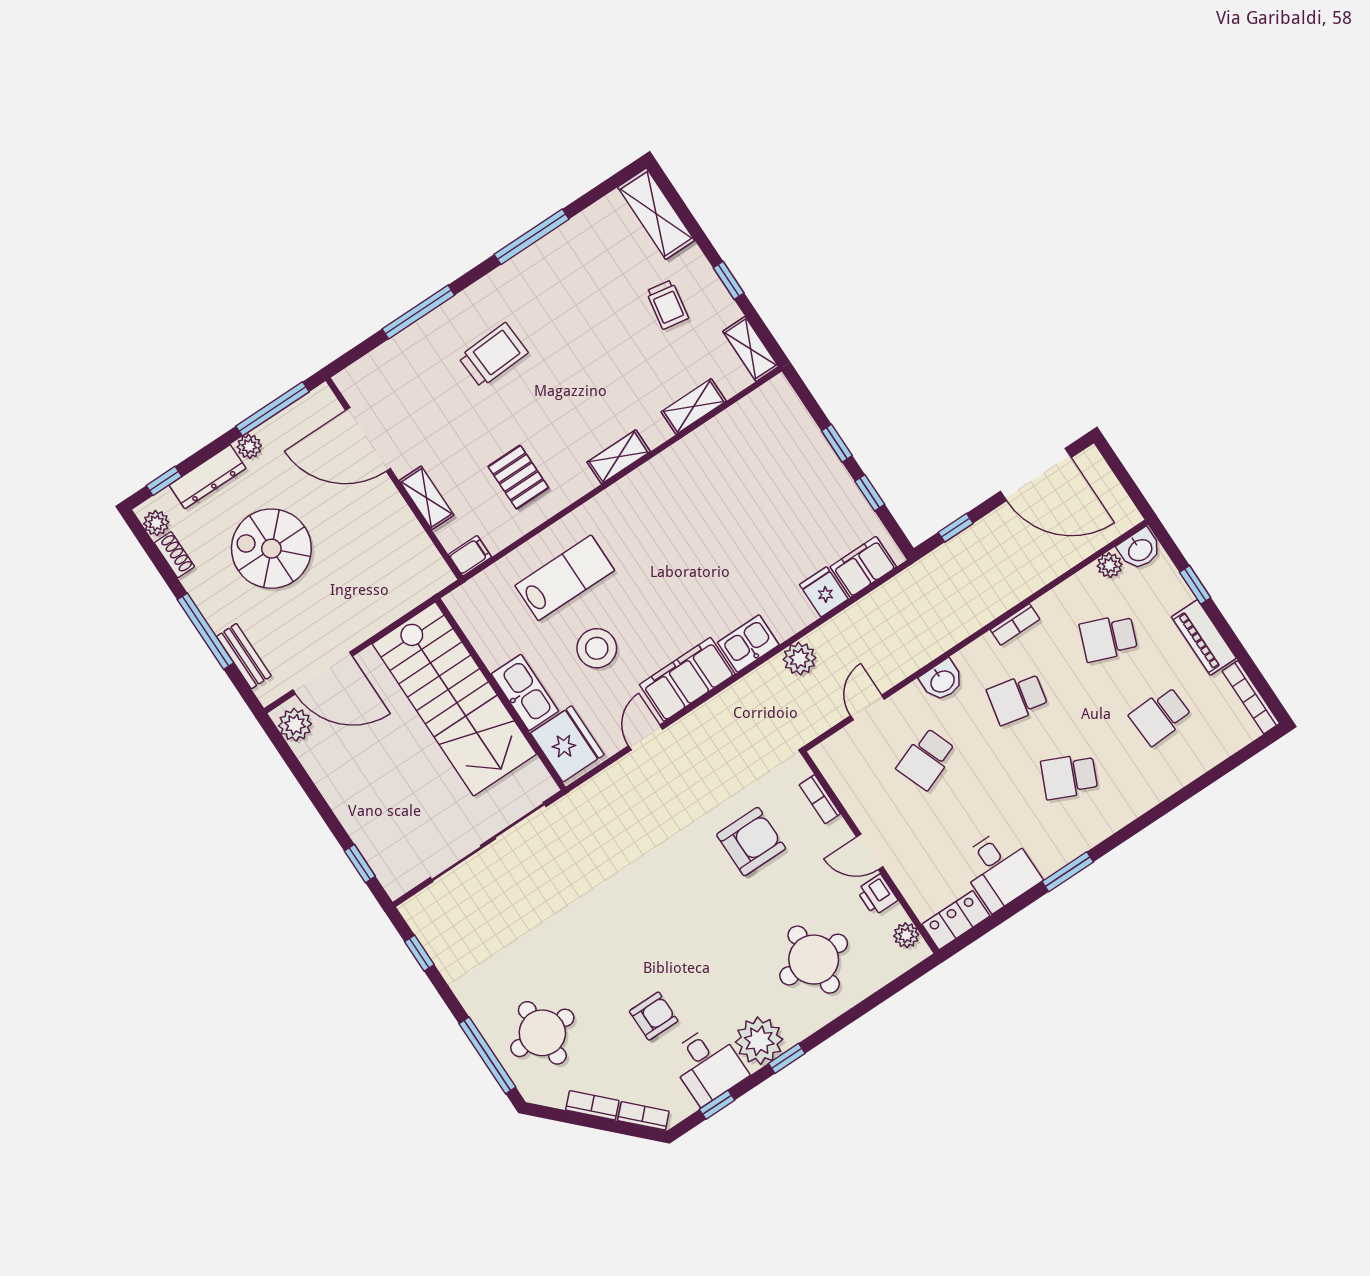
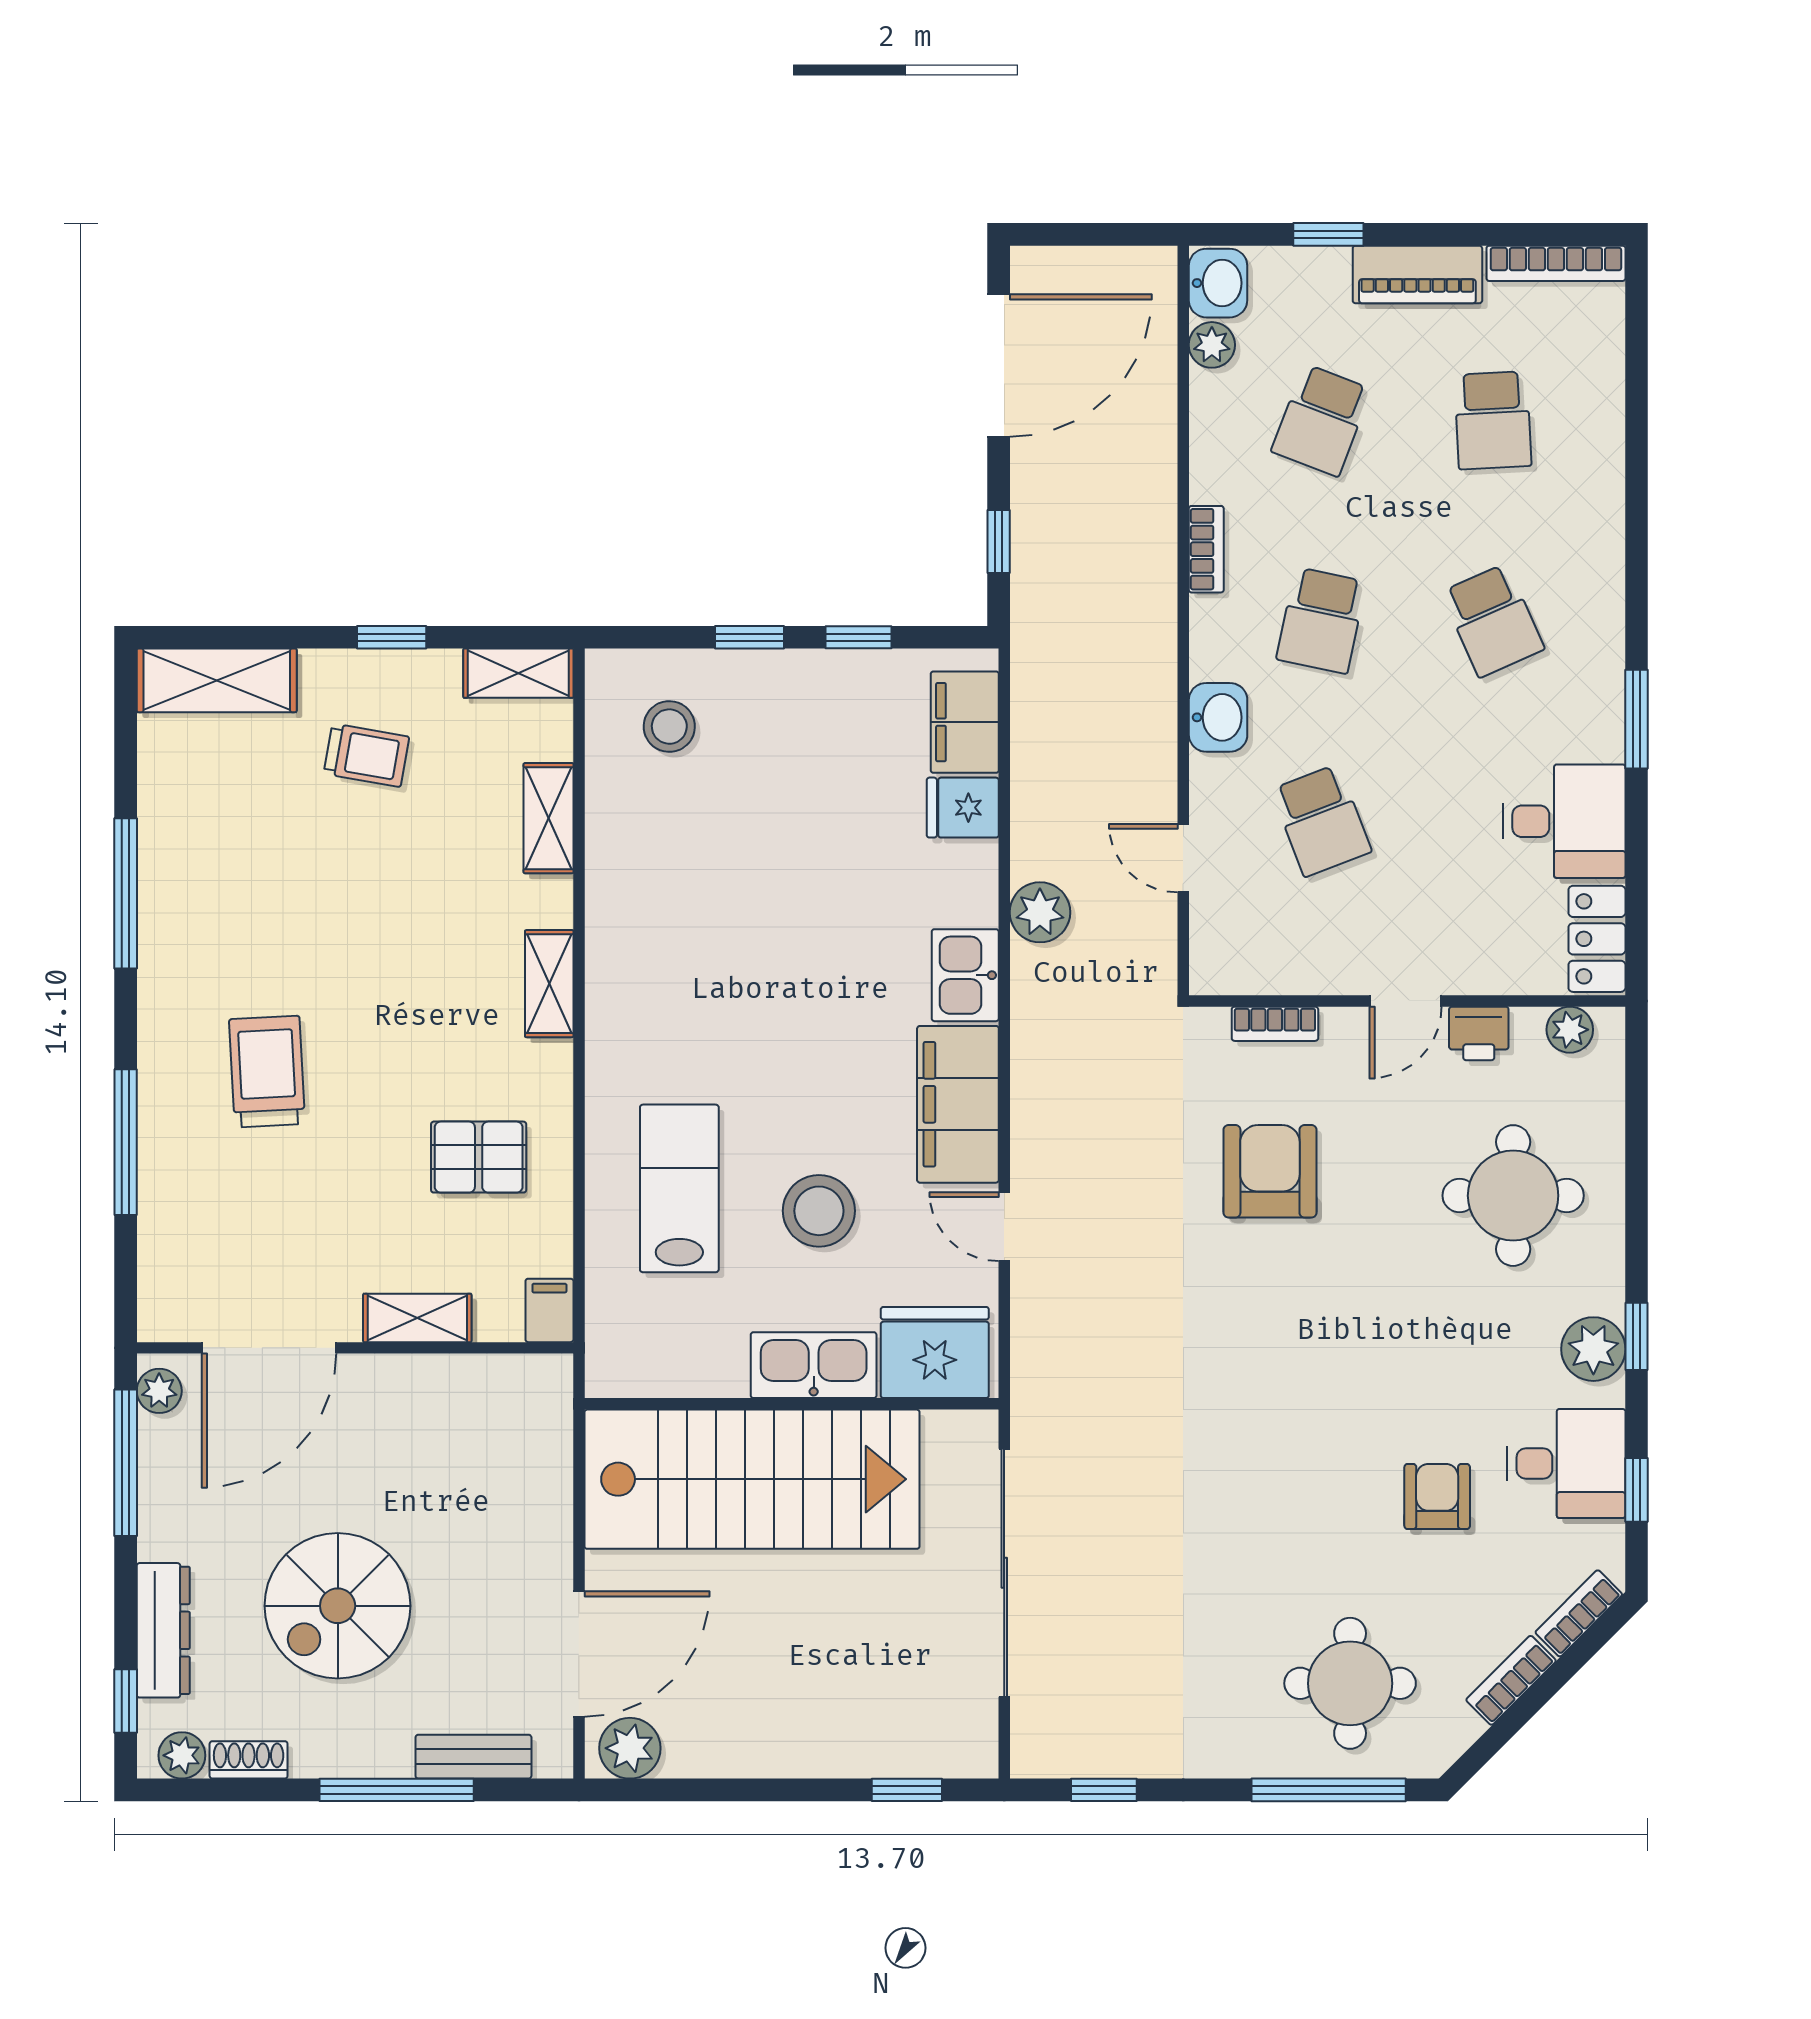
stool: (772, 434) -> (669, 727), added
plant: (249, 446) -> (159, 1391), moved
school desk: (1069, 776) -> (1493, 620), turned -48
plant: (759, 1041) -> (1593, 1349), width x0.73, depth x0.73

